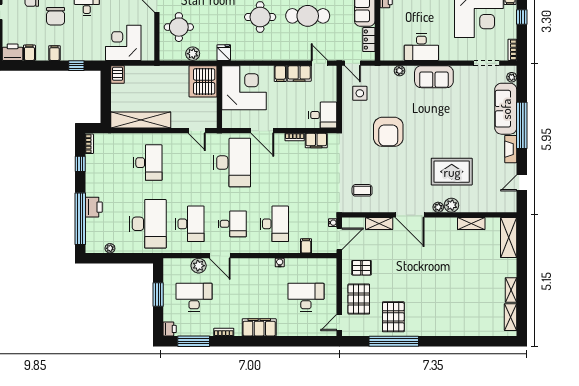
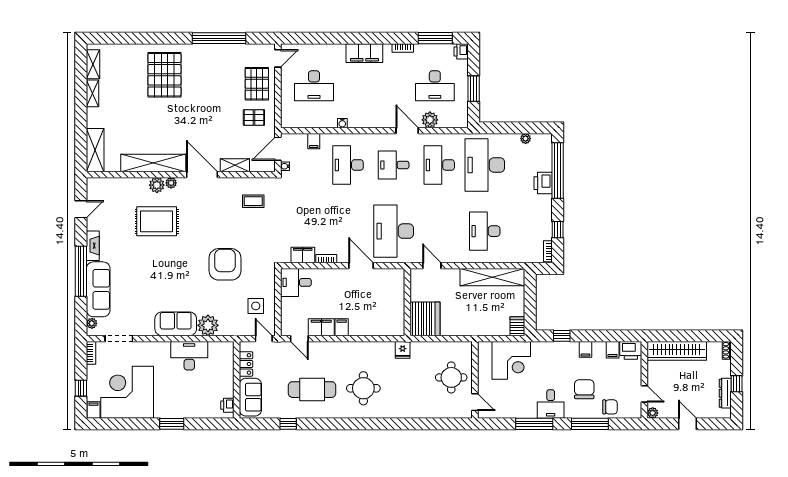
plant: (193, 54) -> (436, 349), removed
plant: (400, 71) -> (208, 325), width x1.88, depth x1.88
corner desk: (244, 88) -> (381, 312), removed
shelving: (471, 224) -> (153, 163), width x2.20, depth x1.33
pallet: (393, 317) -> (164, 75), moved, width x1.37, depth x1.41

